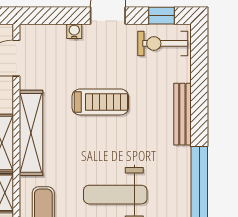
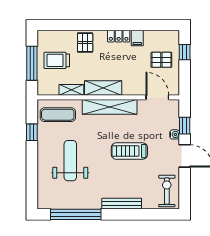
window: (162, 16) -> (185, 126), moved
treadmill: (100, 102) -> (129, 151), turned 90

